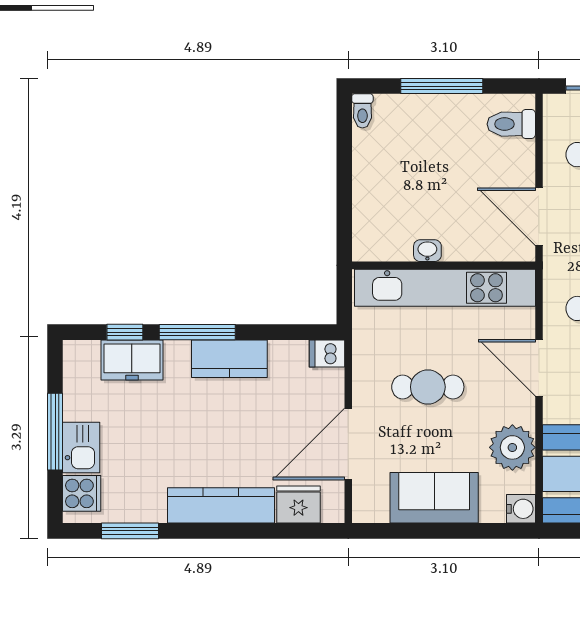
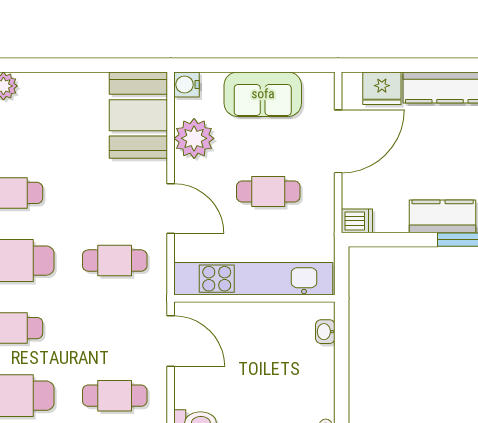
washbasin: (427, 251) -> (325, 332), moved, turned 90

